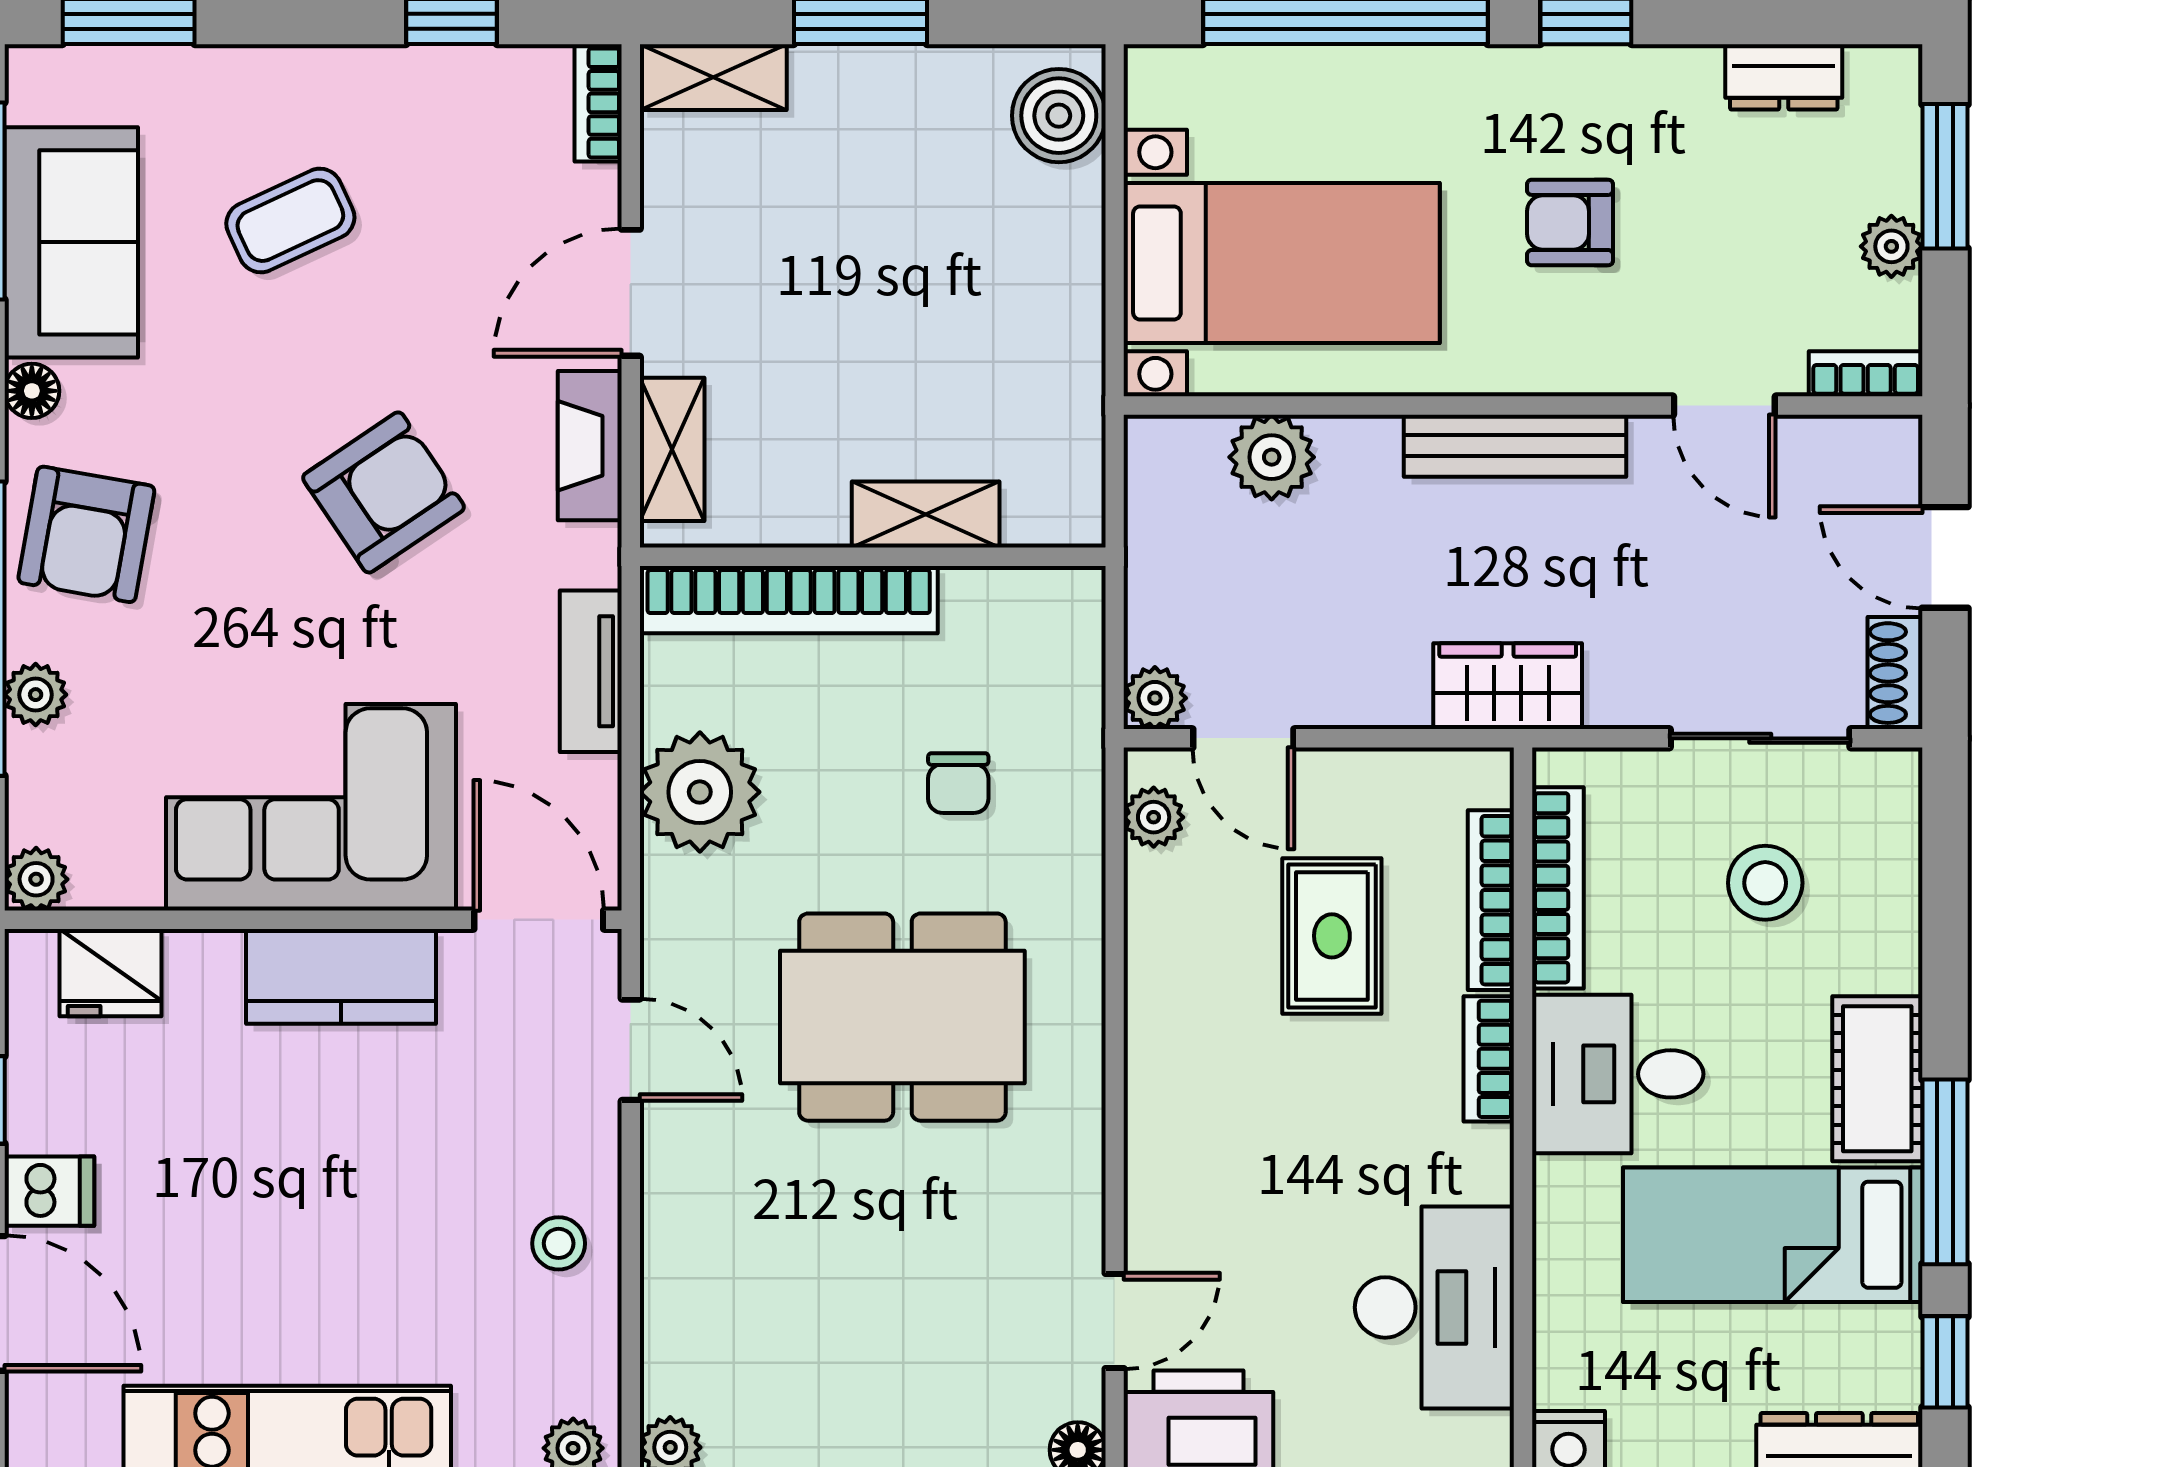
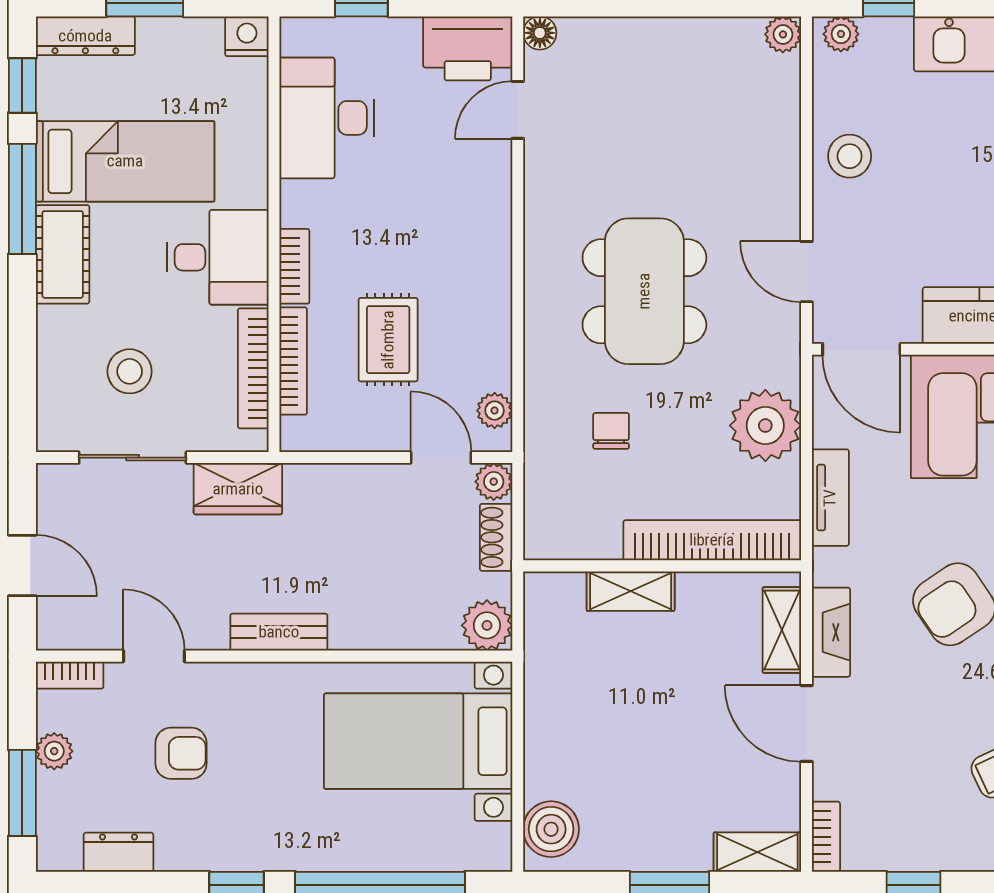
armchair: (1570, 222) -> (181, 753), moved
door: (631, 293) -> (807, 723), swing flipped
bench: (1515, 446) -> (279, 632), width x0.73
plant: (1272, 457) -> (487, 625), moved
shoe rack: (1895, 673) -> (496, 537), moved, turned 180
wardrobe: (1508, 686) -> (238, 489), moved
dining table: (902, 1017) -> (644, 291), turned 90
stool: (559, 1243) -> (850, 156), width x1.37, depth x1.37

